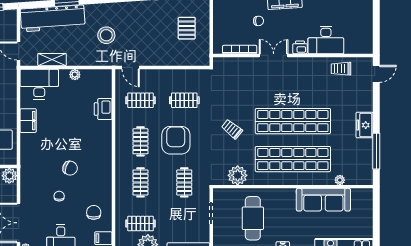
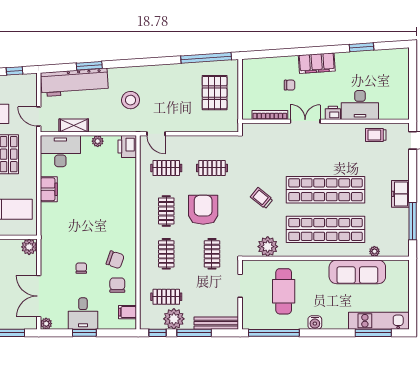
pallet: (187, 28) -> (215, 93), width x1.50, depth x1.42
printer: (103, 109) -> (127, 147), moved
chair: (70, 168) -> (115, 260), moved

